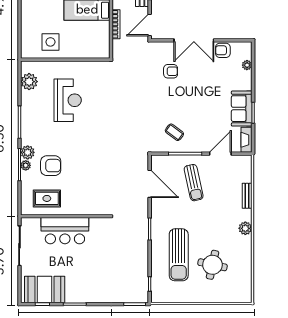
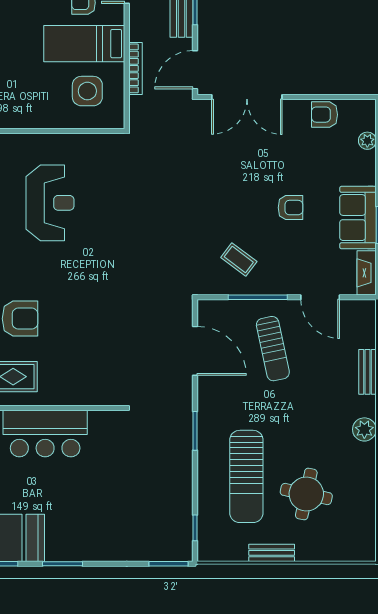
double door: (194, 40) -> (247, 97), moved
side table: (50, 42) -> (87, 91), moved
armchair: (171, 71) -> (290, 208), moved
door: (220, 154) -> (320, 297), swing flipped
bench: (193, 298) -> (272, 553), added

